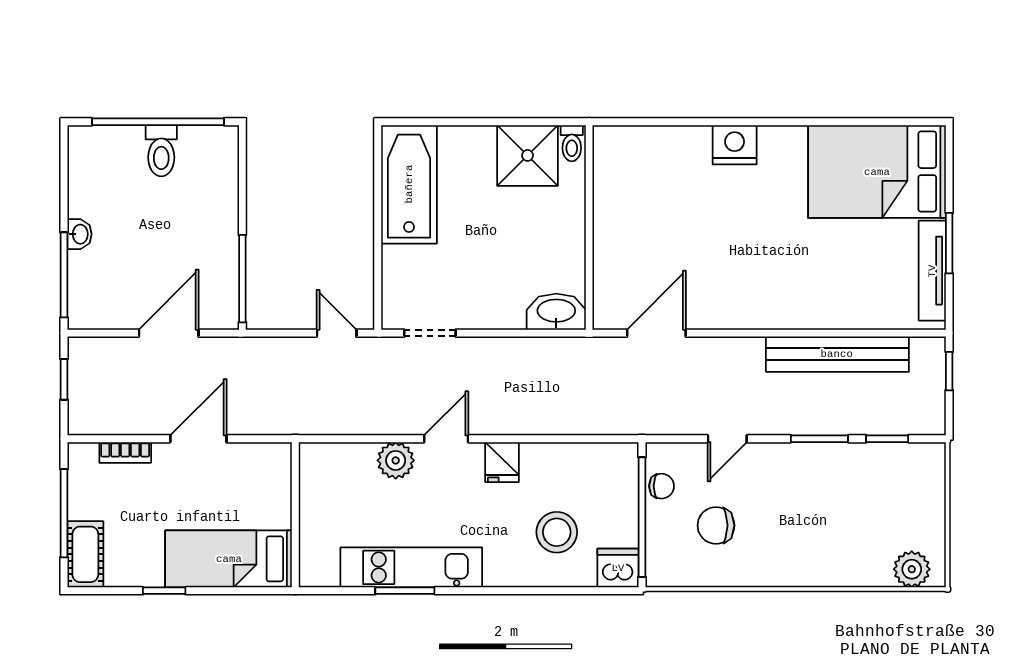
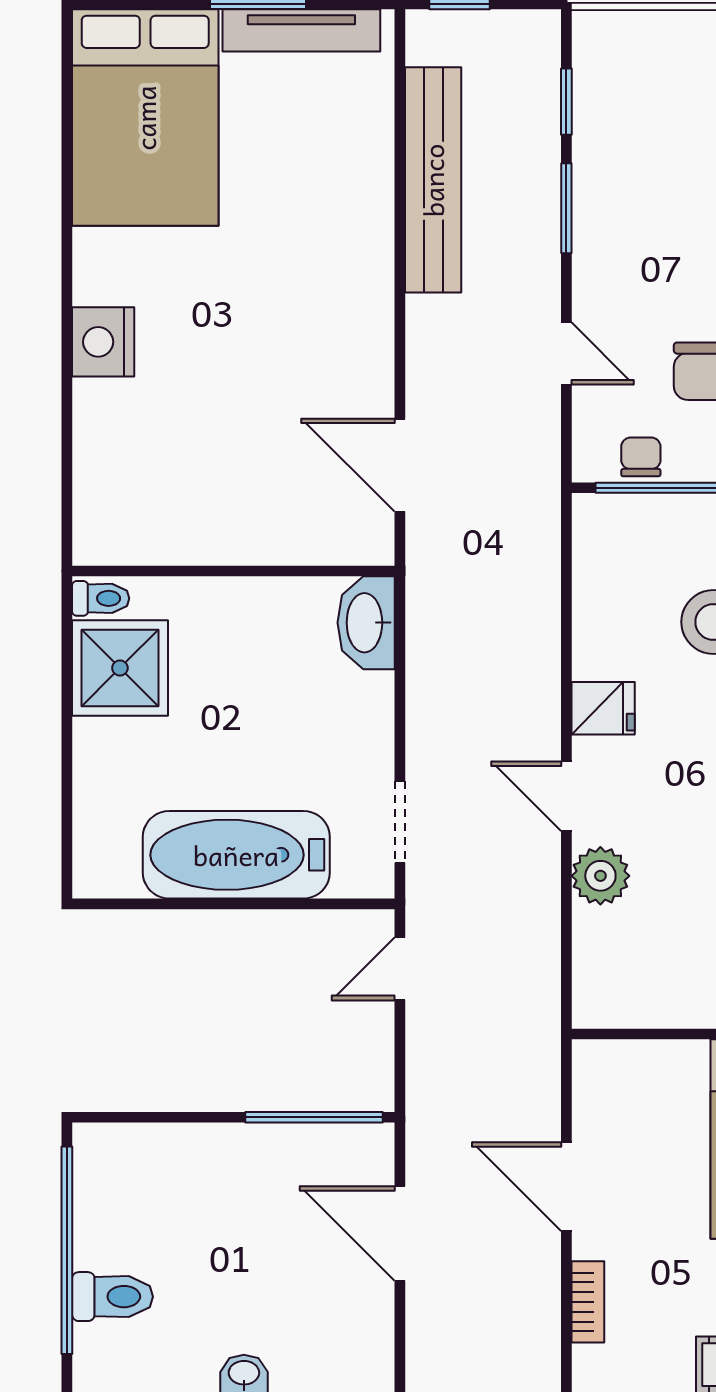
toilet: (161, 151) -> (112, 1297), moved
bathtub: (409, 184) -> (236, 855), moved

